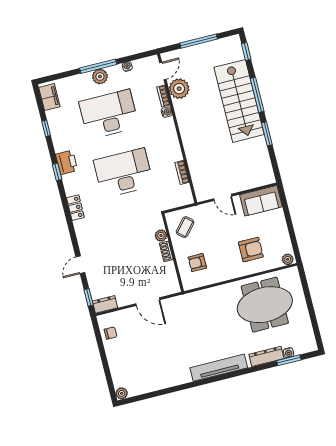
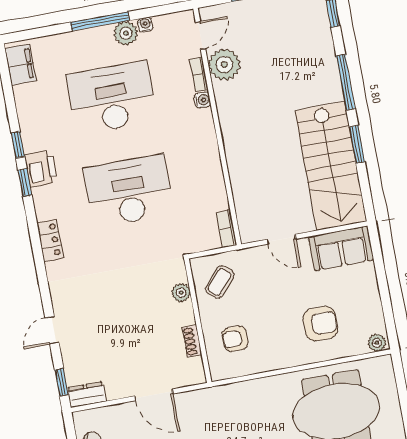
plant: (100, 77) -> (126, 33), moved
stairs: (239, 101) -> (331, 166), moved
window: (46, 128) -> (18, 145), moved
bookcase: (182, 172) -> (227, 229), moved
shoe rack: (166, 251) -> (192, 341), moved

